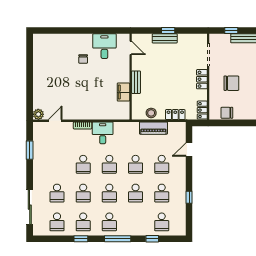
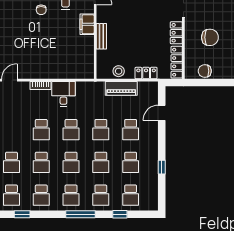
filing cabinet: (123, 92) -> (87, 24), moved
locker: (202, 110) -> (177, 62), width x1.53
school desk: (136, 222) -> (101, 195), added
window: (81, 239) -> (22, 214), moved

